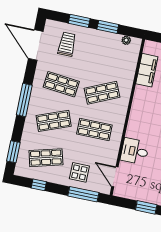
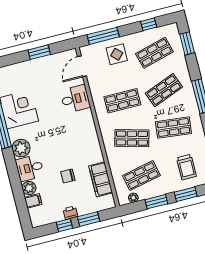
shop shelf: (110, 56) -> (141, 176), added
shop shelf: (102, 93) -> (132, 138), turned 39
door: (115, 177) -> (82, 66), swing flipped

